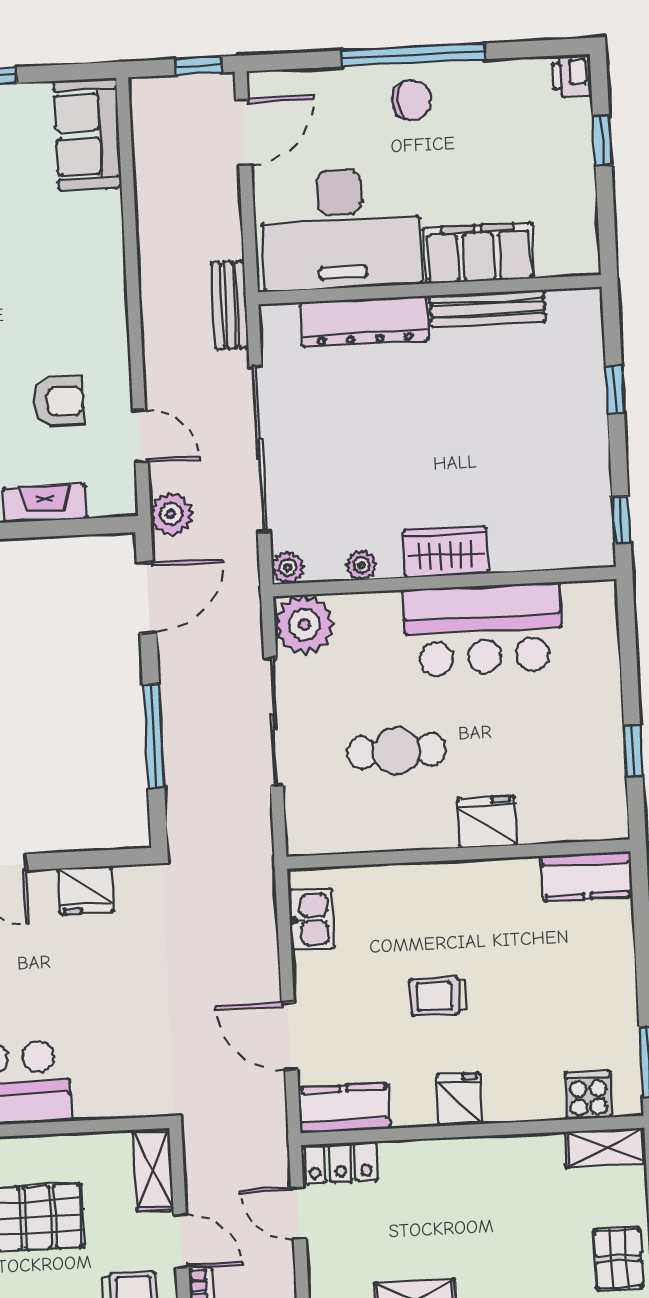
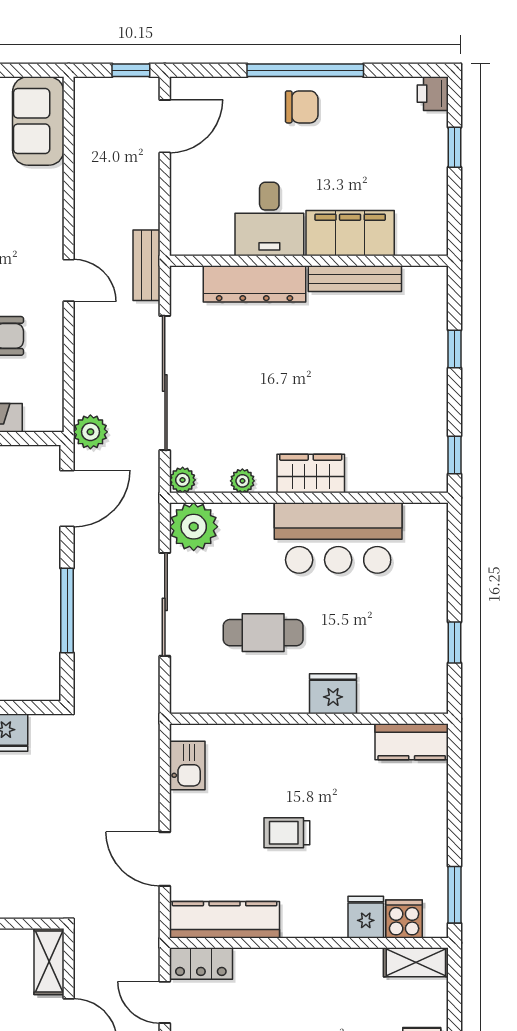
desk: (341, 229) -> (269, 219), width x0.53, depth x0.77
door: (140, 436) -> (69, 280), moved
fridge: (459, 1099) -> (366, 917), moved
kitchen counter: (344, 1108) -> (225, 920), width x1.50

